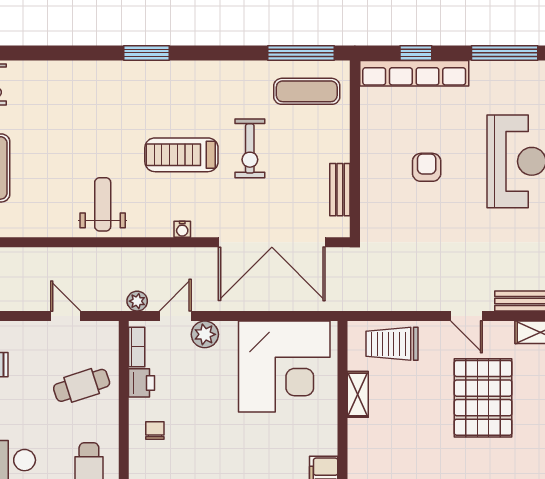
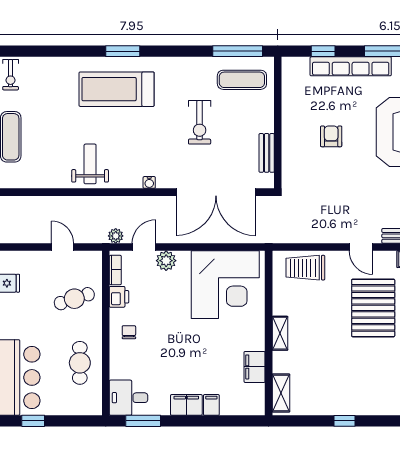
row of seats: (414, 73) -> (351, 66), moved
treadmill: (181, 155) -> (117, 89), moved, width x1.37, depth x1.37
shelving: (358, 394) -> (280, 333), moved

